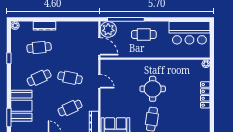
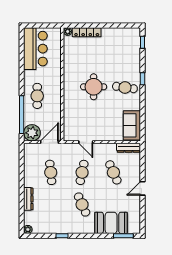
cafe table: (39, 47) -> (51, 172), moved
door: (99, 81) -> (86, 142), swing flipped
locker: (205, 95) -> (87, 32), moved

